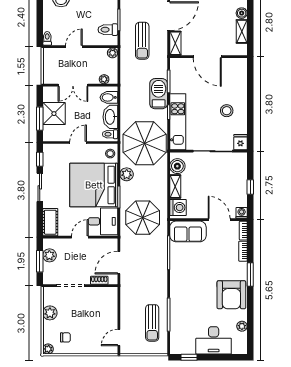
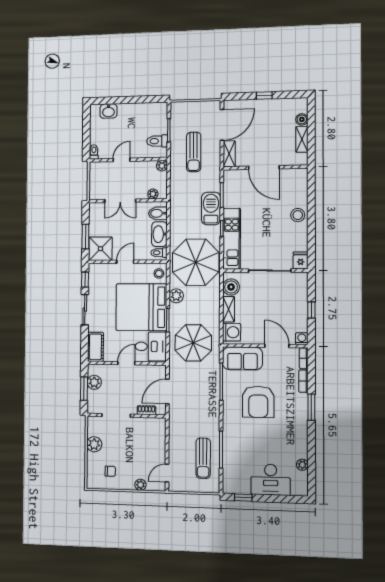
stool: (227, 111) -> (298, 215), moved
shower: (54, 114) -> (100, 249), moved
armchair: (231, 295) -> (258, 402), moved
plant: (48, 349) -> (140, 485), moved

